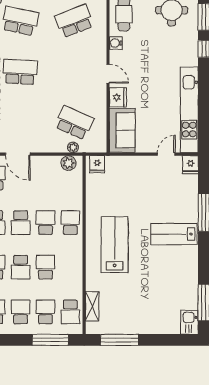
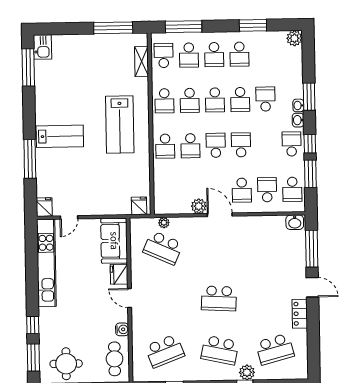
plant: (68, 163) -> (199, 206), moved
school desk: (21, 267) -> (215, 100), turned 180
school desk: (70, 267) -> (164, 101), added

